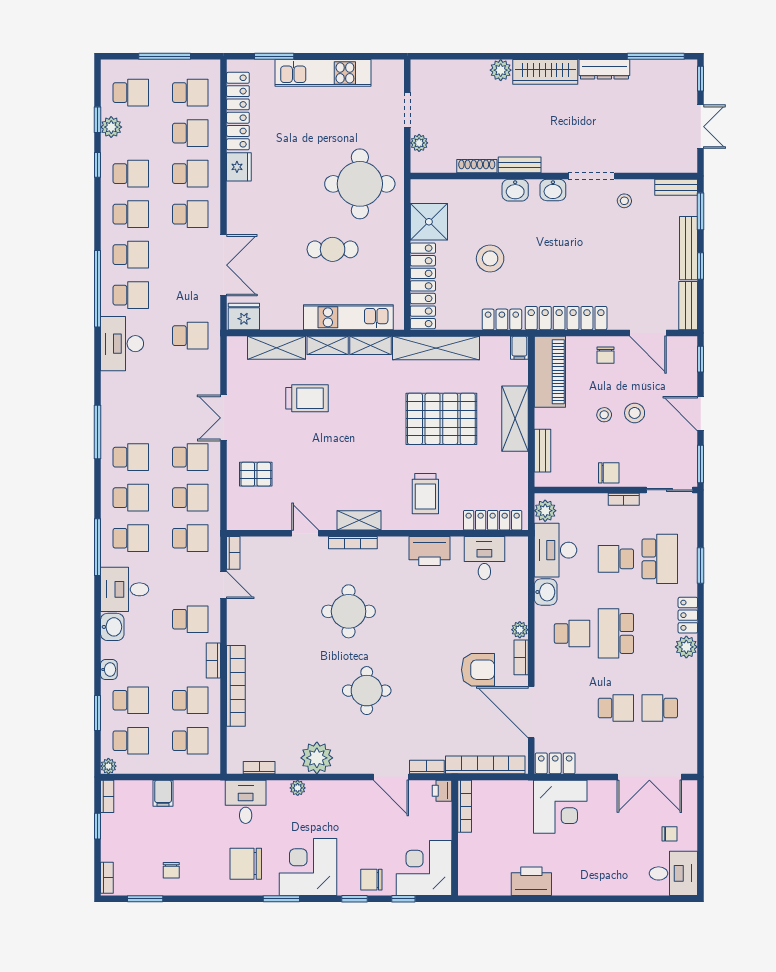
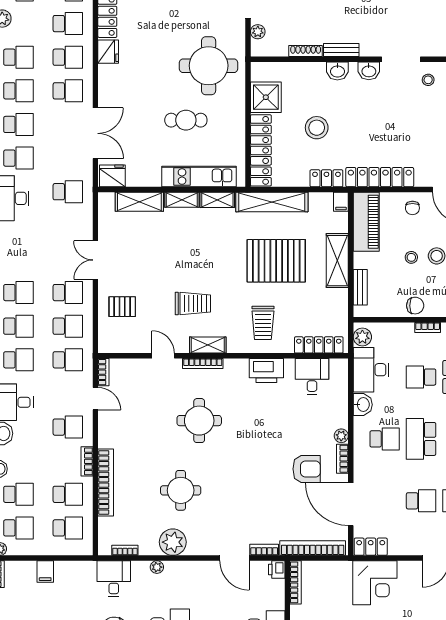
trolley: (307, 398) -> (193, 303), moved
round table: (367, 691) -> (181, 490), moved

